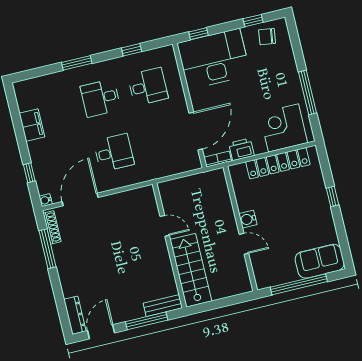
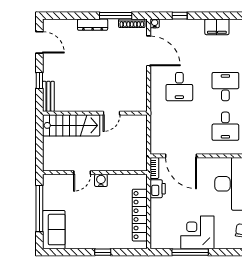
corner desk: (283, 128) -> (197, 232), moved, turned -90
dresser: (75, 315) -> (93, 25), moved
window: (147, 321) -> (39, 81), width x0.46

